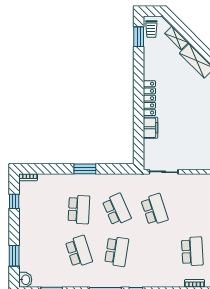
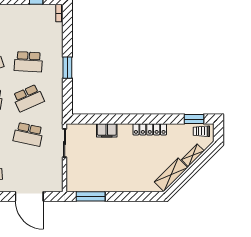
locker: (149, 98) -> (150, 129), moved
school desk: (155, 210) -> (28, 134), turned 30

